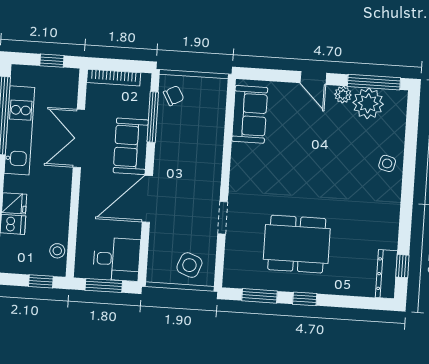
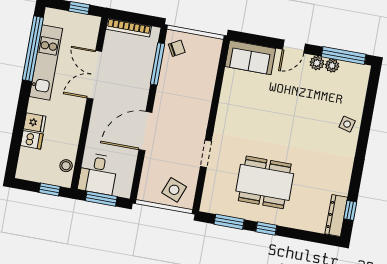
door: (313, 78) -> (294, 47), hinge flipped
plant: (368, 103) -> (332, 66), width x0.53, depth x0.53
sofa: (250, 114) -> (250, 58), moved, turned 90
sofa: (131, 146) -> (137, 86), removed
desk: (117, 259) -> (98, 174), moved, turned 90

